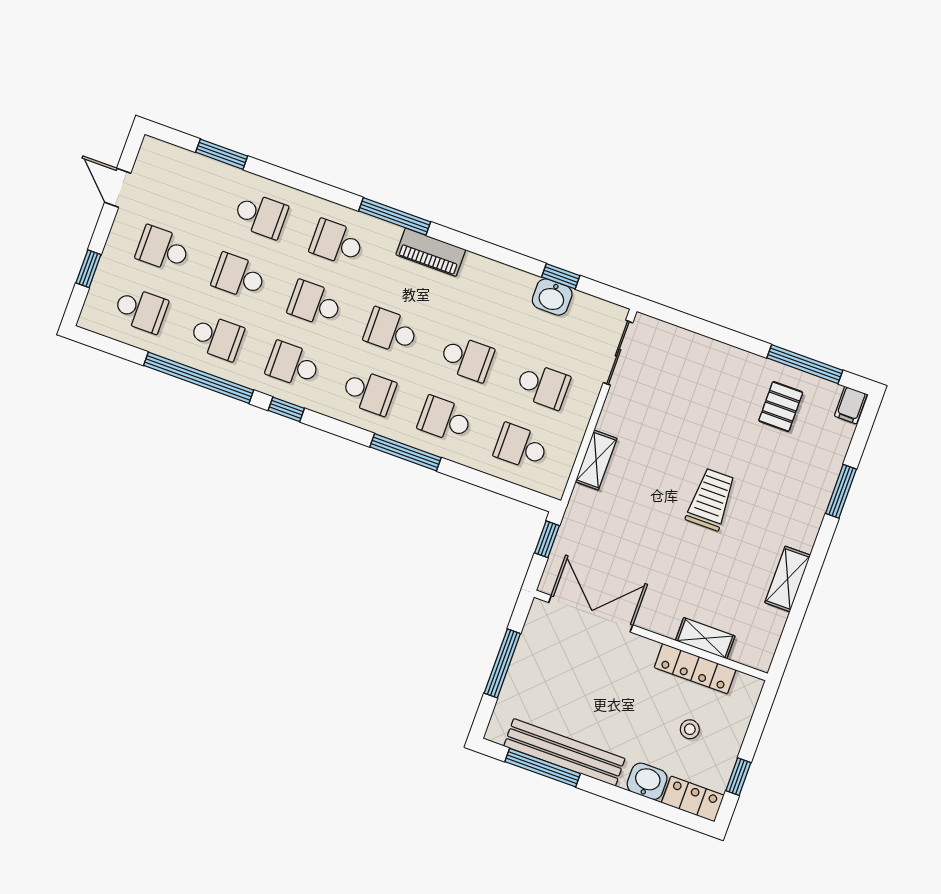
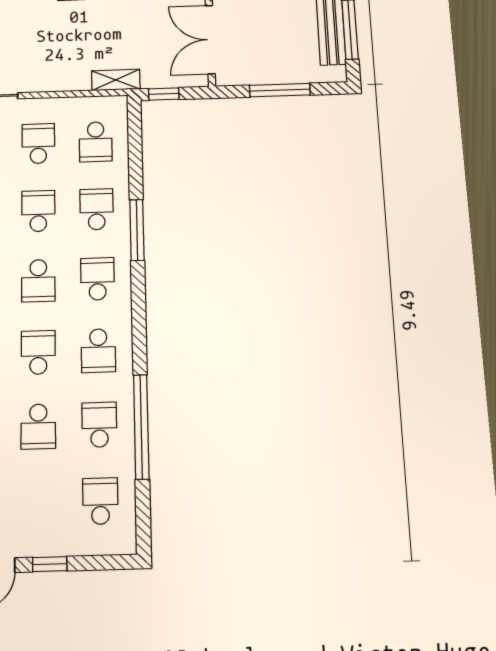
school desk: (163, 249) -> (38, 503), removed
window: (88, 269) -> (50, 564), moved
school desk: (315, 304) -> (38, 352), turned 180
window: (286, 409) -> (139, 341), removed
school desk: (445, 419) -> (97, 209), turned 180
shelving: (596, 460) -> (116, 80), moved

